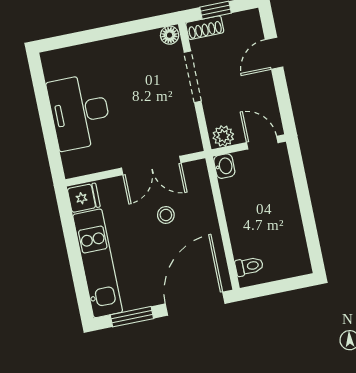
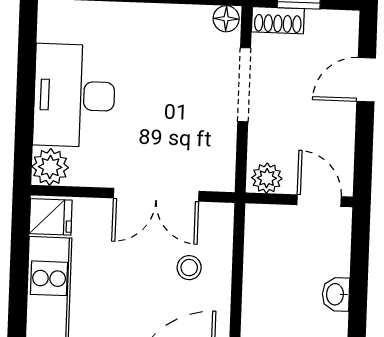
plant: (75, 164) -> (50, 167), added
washbasin: (224, 166) -> (336, 294), moved, turned 180
stool: (166, 215) -> (189, 268), moved

